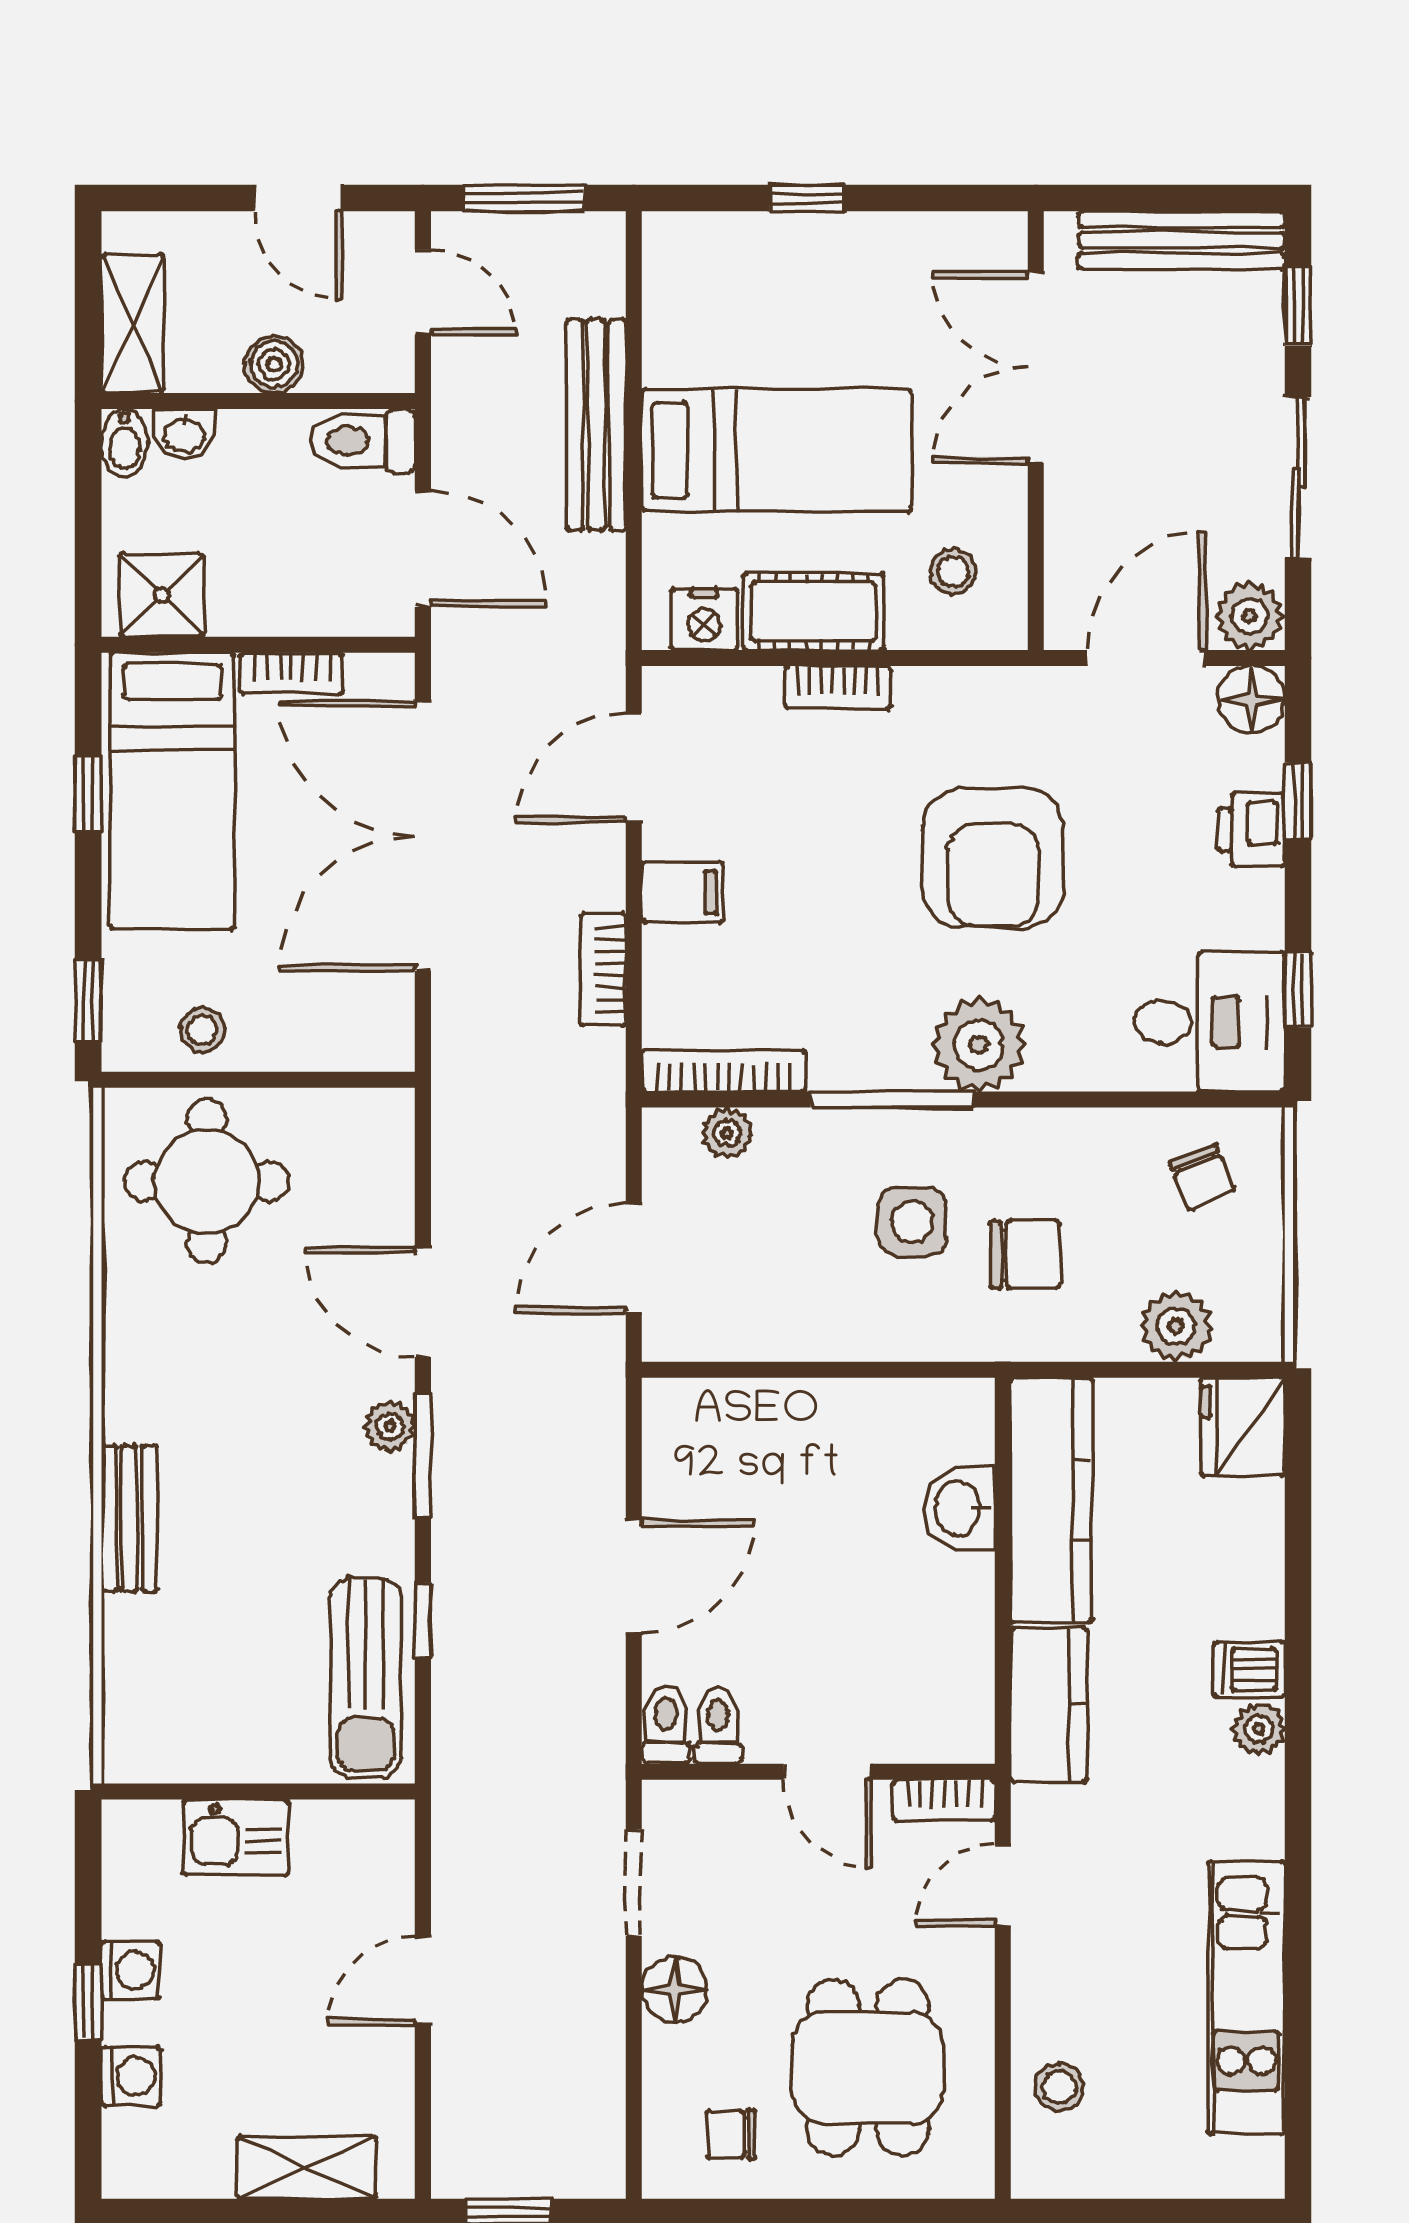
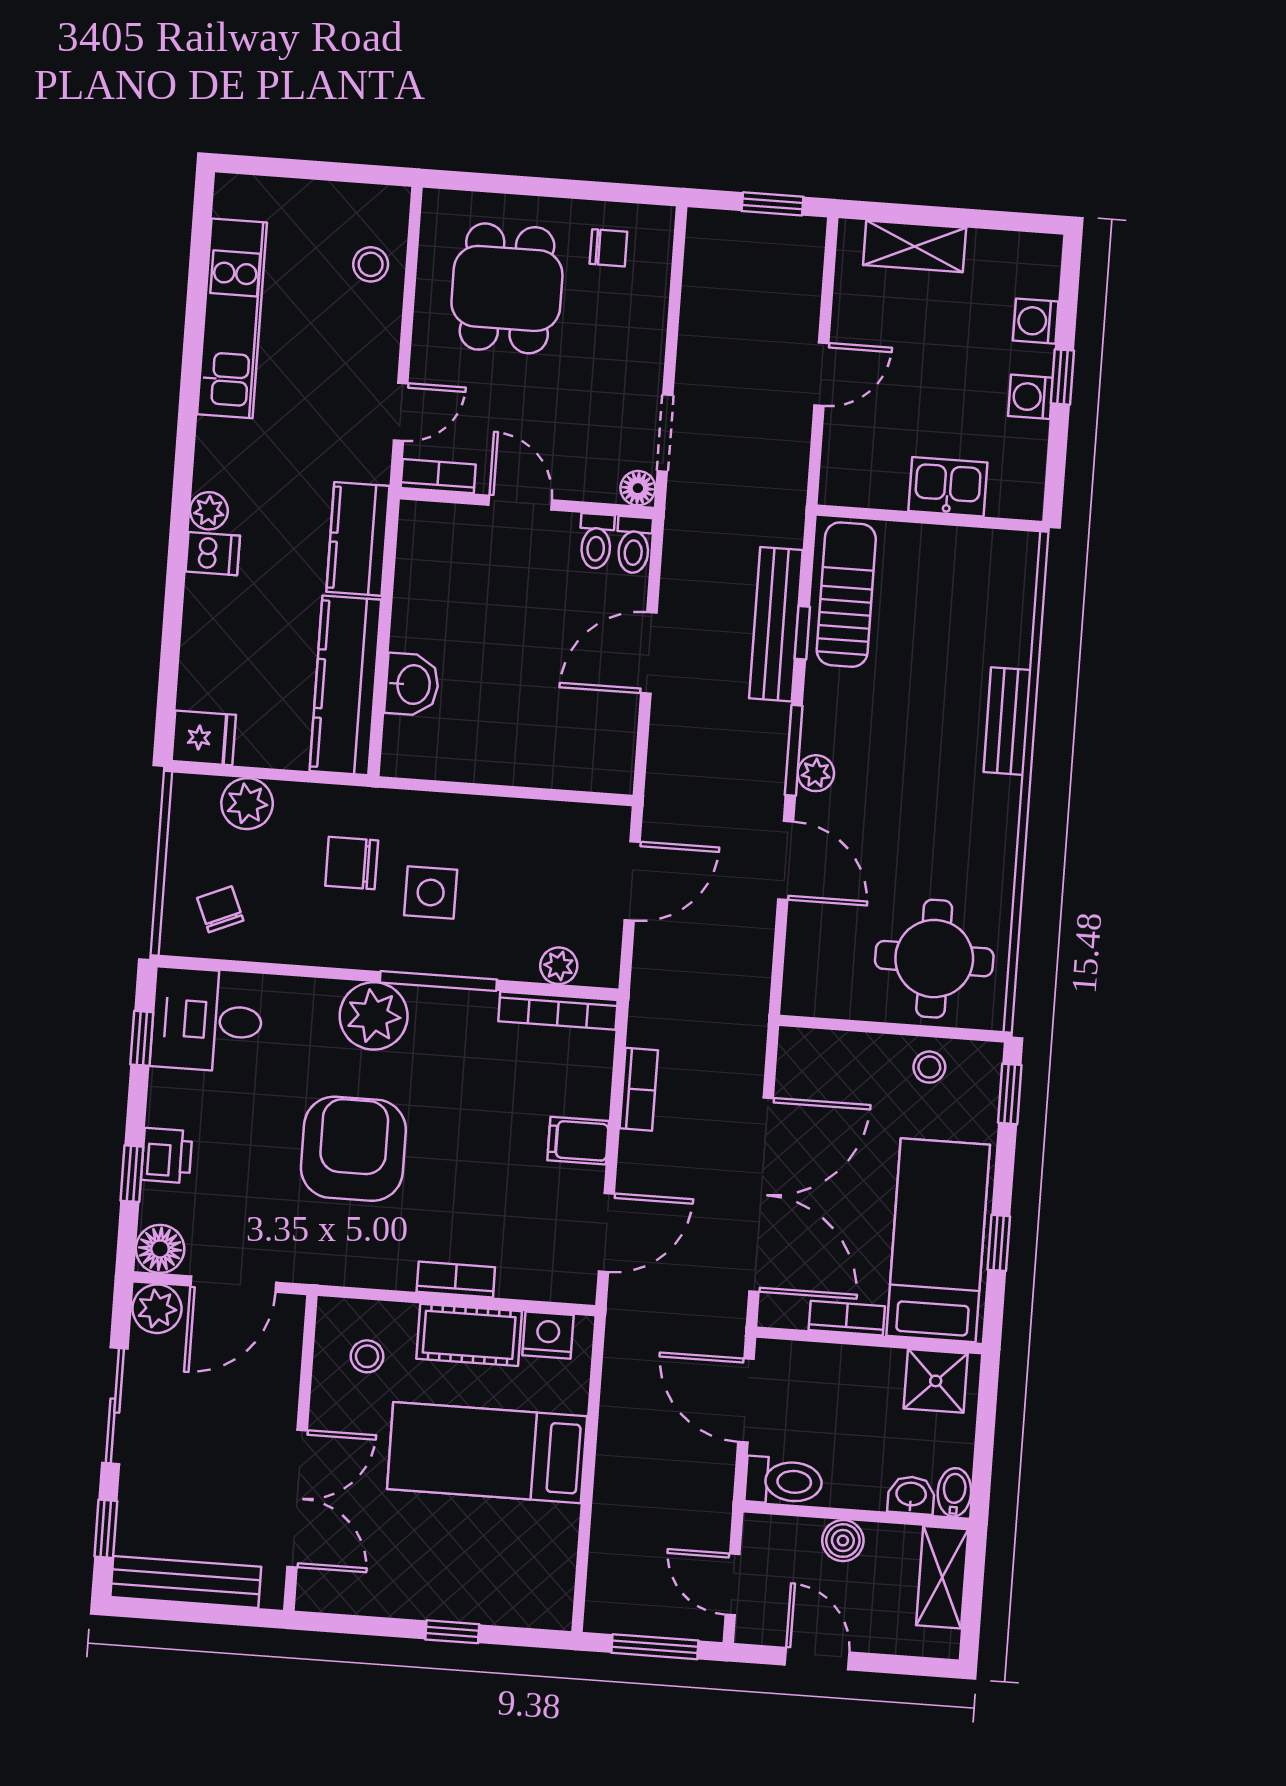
bench: (596, 425) -> (776, 624), moved
fridge: (1243, 1427) -> (204, 738), width x0.72
floor lamp: (675, 1989) -> (638, 488), moved, width x0.73, depth x0.73

